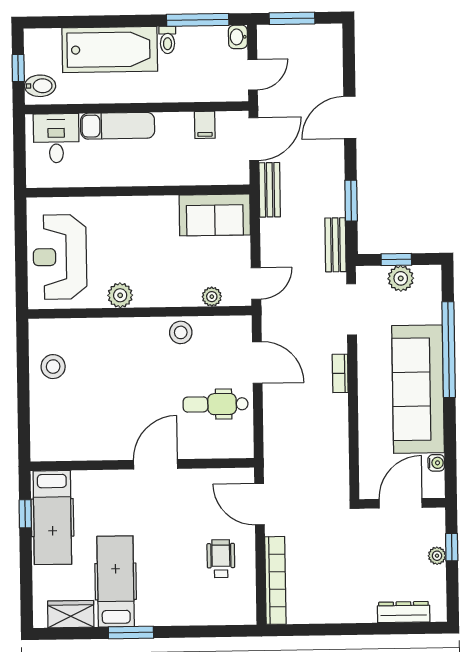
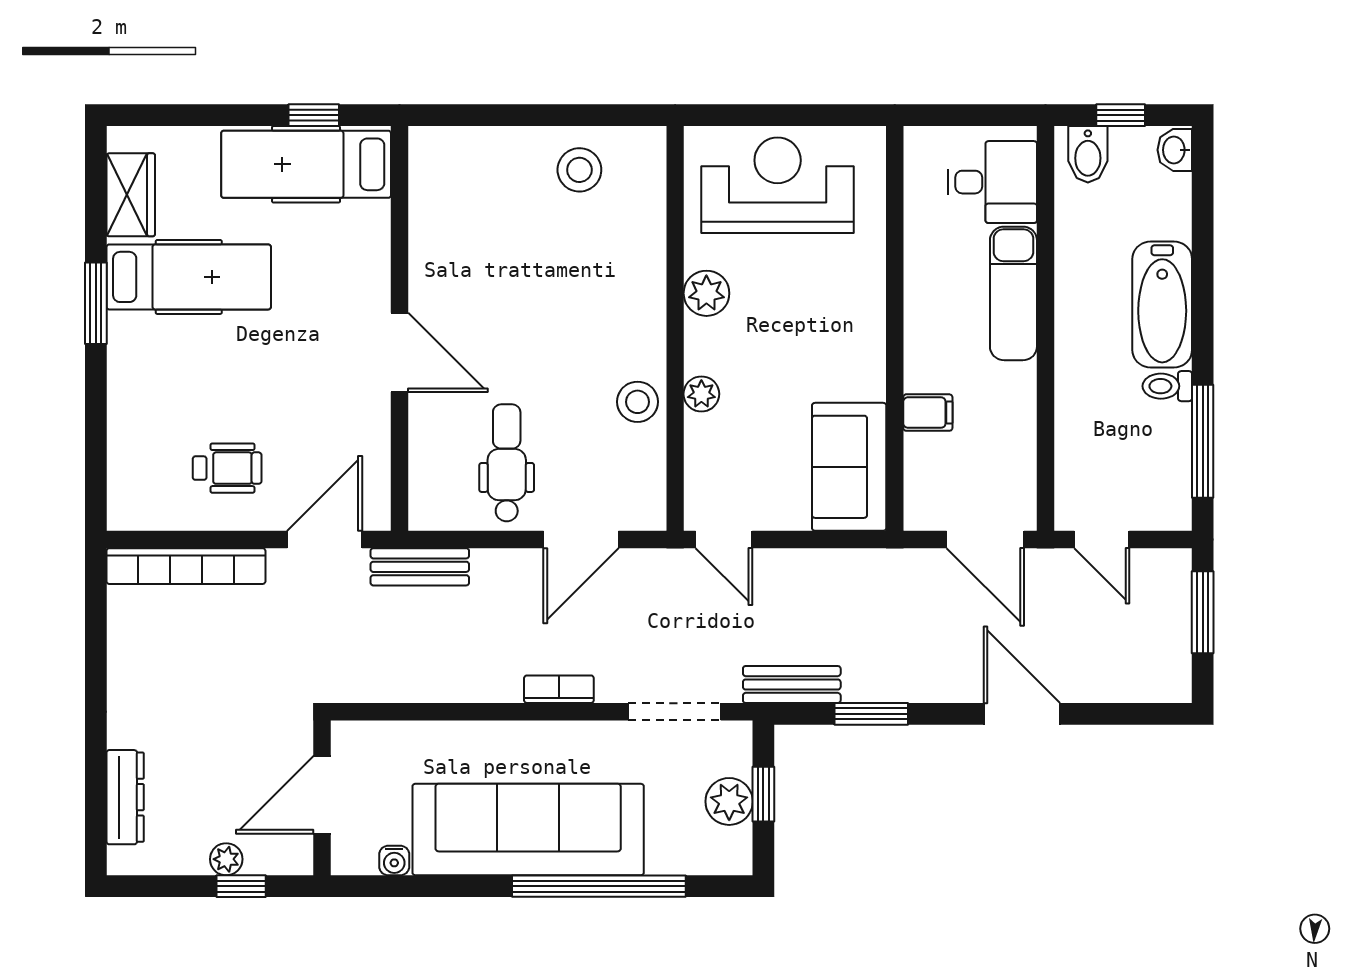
washbasin: (238, 37) -> (1175, 150), moved, turned -90
bathtub: (110, 50) -> (1162, 304), width x0.73, depth x0.73
filing cabinet: (205, 125) -> (928, 413), moved, turned 180
bench: (270, 190) -> (420, 567), moved
plant: (212, 297) -> (701, 394), moved
door: (401, 503) -> (322, 795), swing flipped

